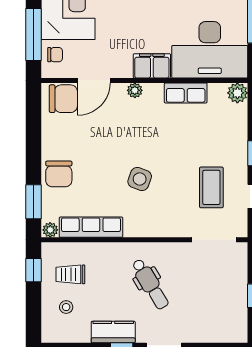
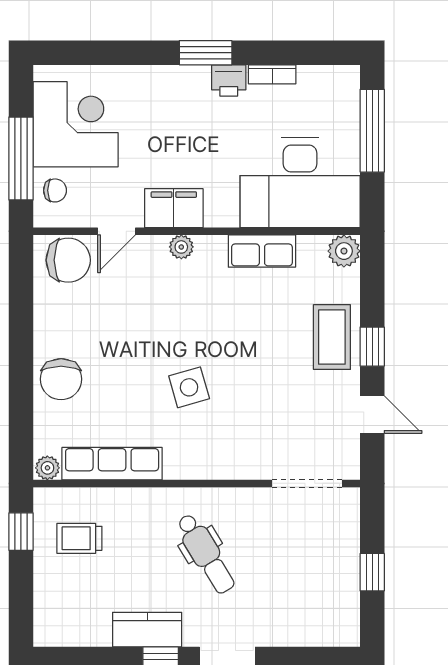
filing cabinet: (152, 66) -> (174, 208), moved
door: (94, 80) -> (116, 231), width x0.73
side table: (140, 179) -> (189, 387), turned -36
coffee table: (211, 187) -> (332, 337), moved
window: (34, 202) -> (21, 423), removed
stool: (66, 307) -> (73, 590), removed

